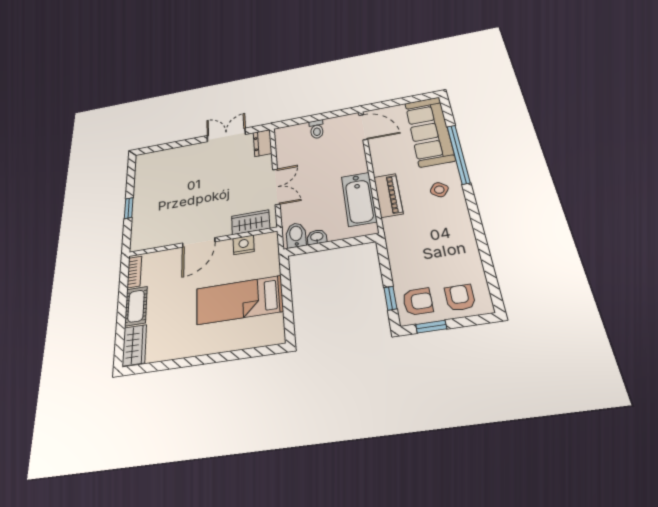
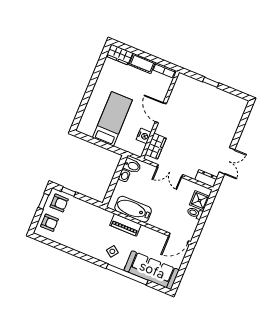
shower: (297, 134) -> (200, 201), added
armchair: (418, 302) -> (59, 203), turned -90

